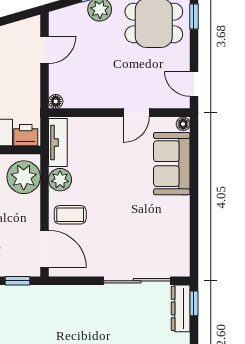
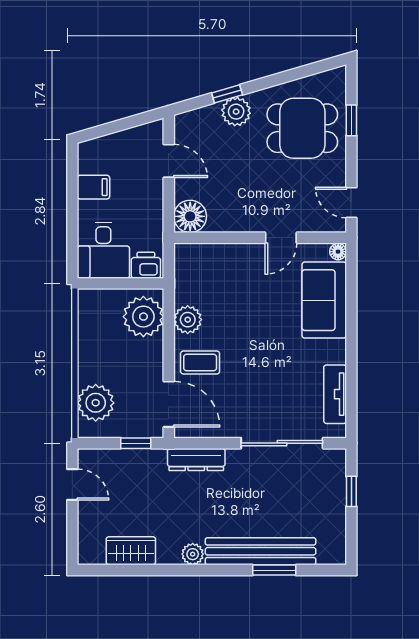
door: (44, 50) -> (169, 161), hinge flipped
floor lamp: (56, 101) -> (190, 216), width x1.89, depth x1.89
tv unit: (58, 143) -> (335, 394), moved, turned 180
window: (194, 303) -> (351, 491), moved
dresser: (181, 308) -> (196, 459), moved, turned -90

